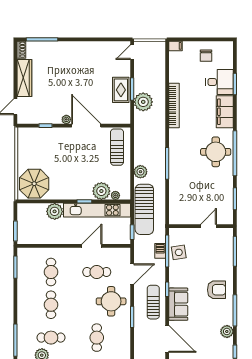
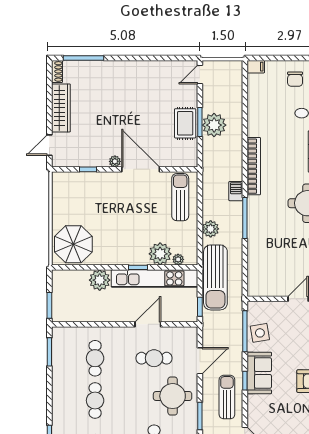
plant: (143, 102) -> (214, 125), moved
bookcase: (174, 105) -> (254, 166), moved
barbecue: (160, 251) -> (236, 191), moved
sofa: (178, 304) -> (259, 373), moved

